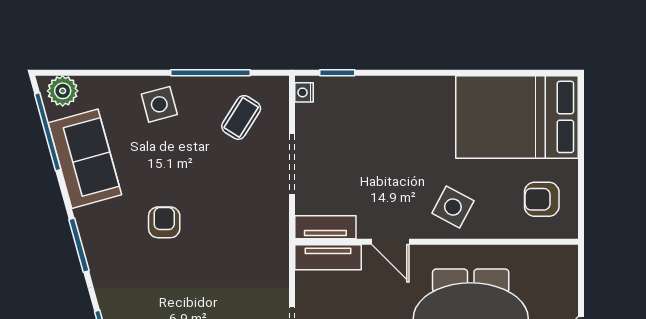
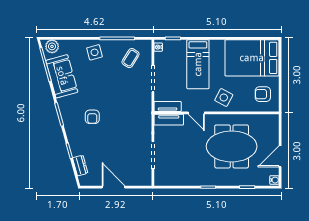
bed: (394, 131) -> (198, 64), added
armchair: (164, 222) -> (92, 117), moved, turned 180

